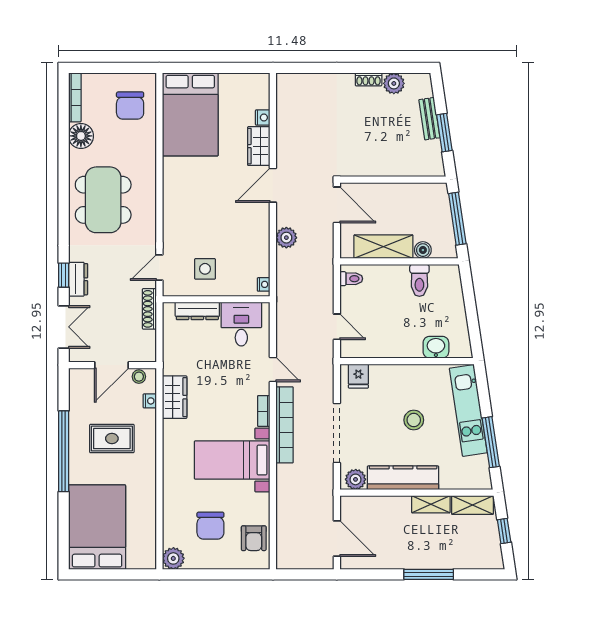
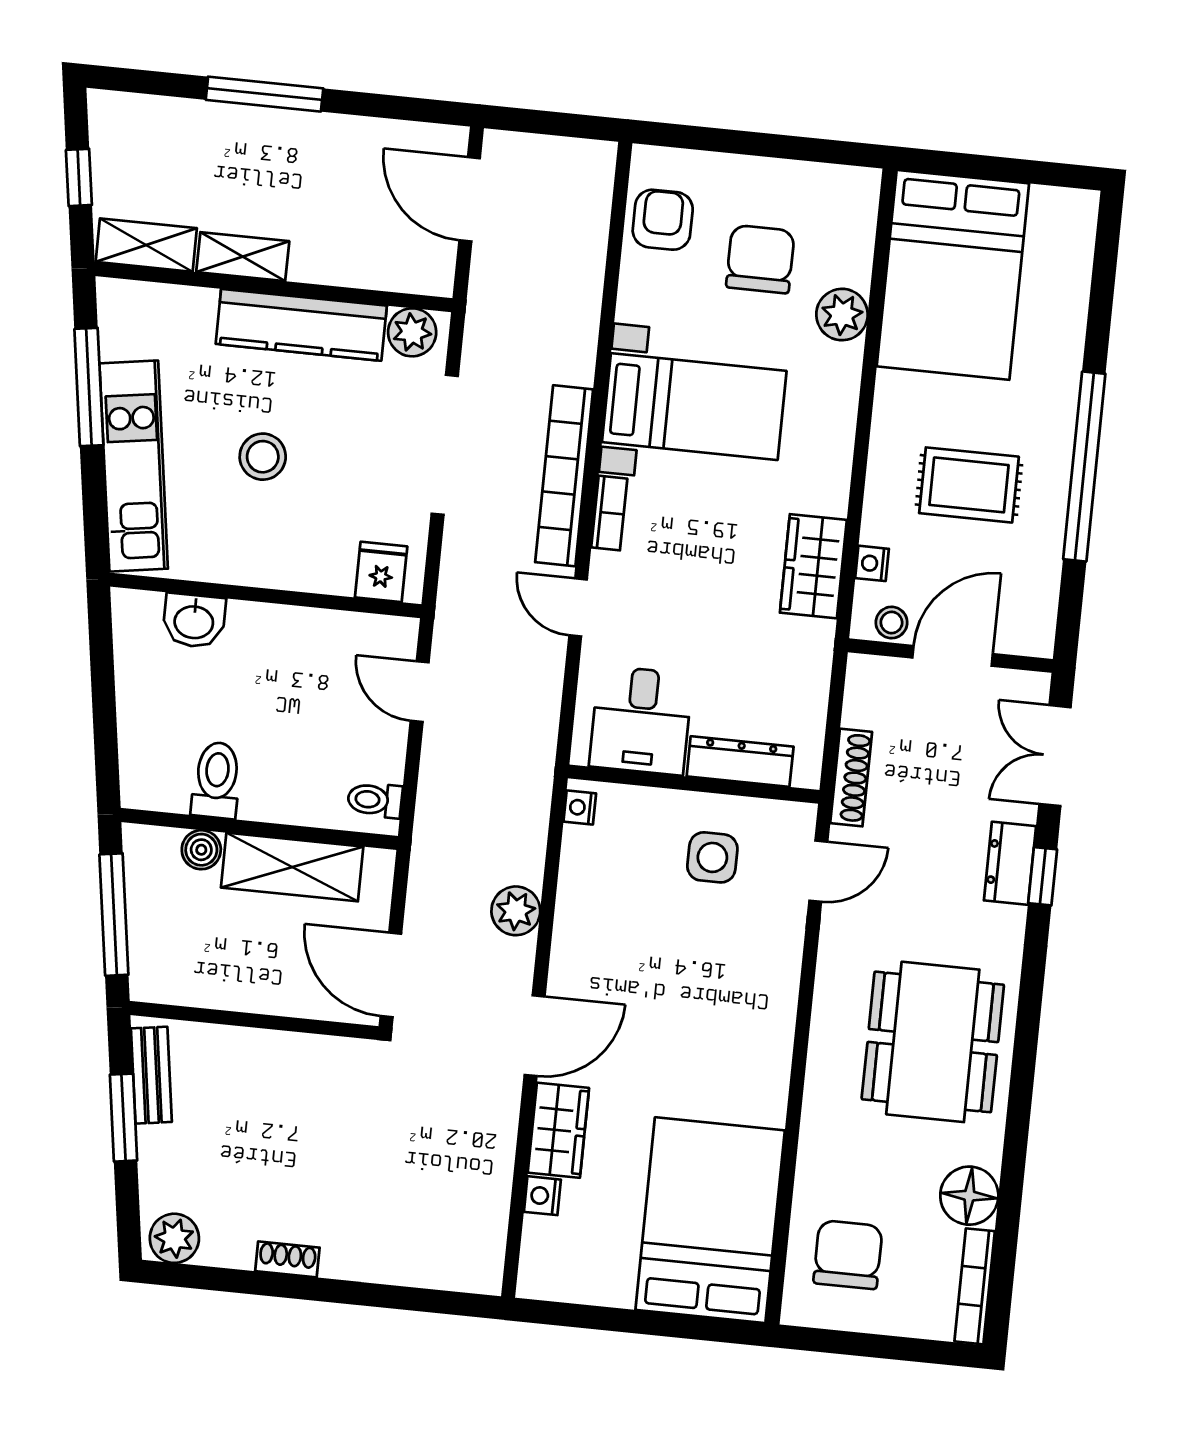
plant: (394, 83) -> (174, 1238), moved
bench: (429, 119) -> (151, 1075), moved
bed: (97, 527) -> (953, 275), moved
plant: (173, 558) -> (842, 315), moved

